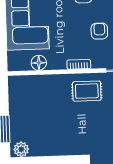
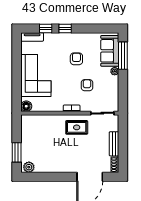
floor lamp: (39, 63) -> (26, 106), moved

